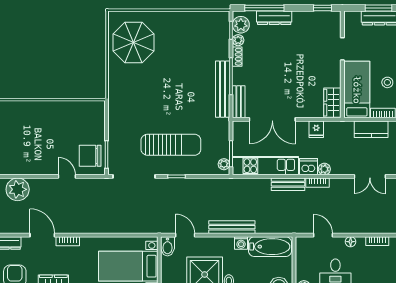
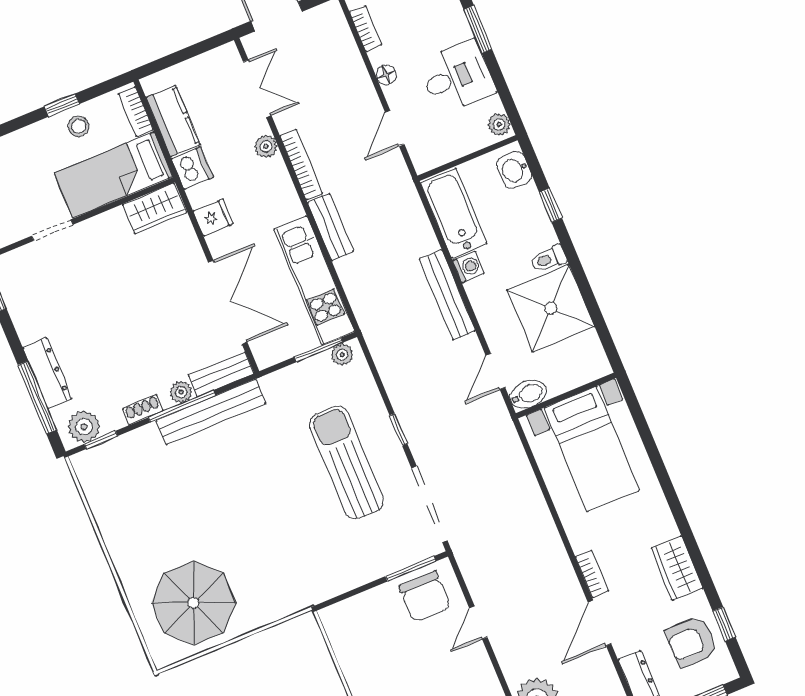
plant: (238, 40) -> (181, 392), moved
dishwasher: (308, 167) -> (192, 168), moved, turned 180
plant: (324, 169) -> (266, 146), moved
bookcase: (317, 183) -> (301, 165), width x1.56

